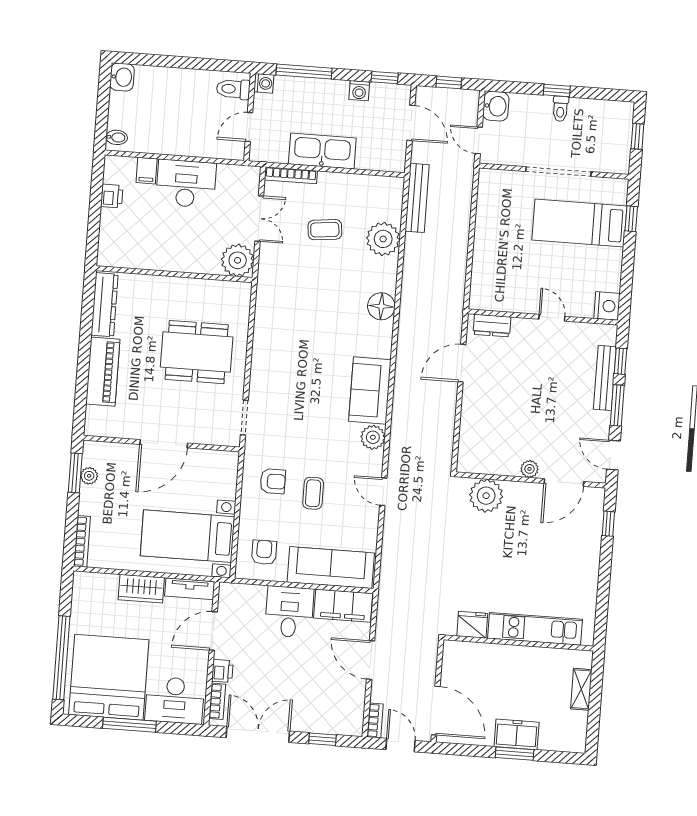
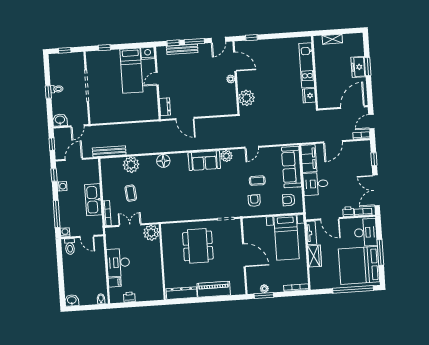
bed: (579, 223) -> (131, 71), moved

